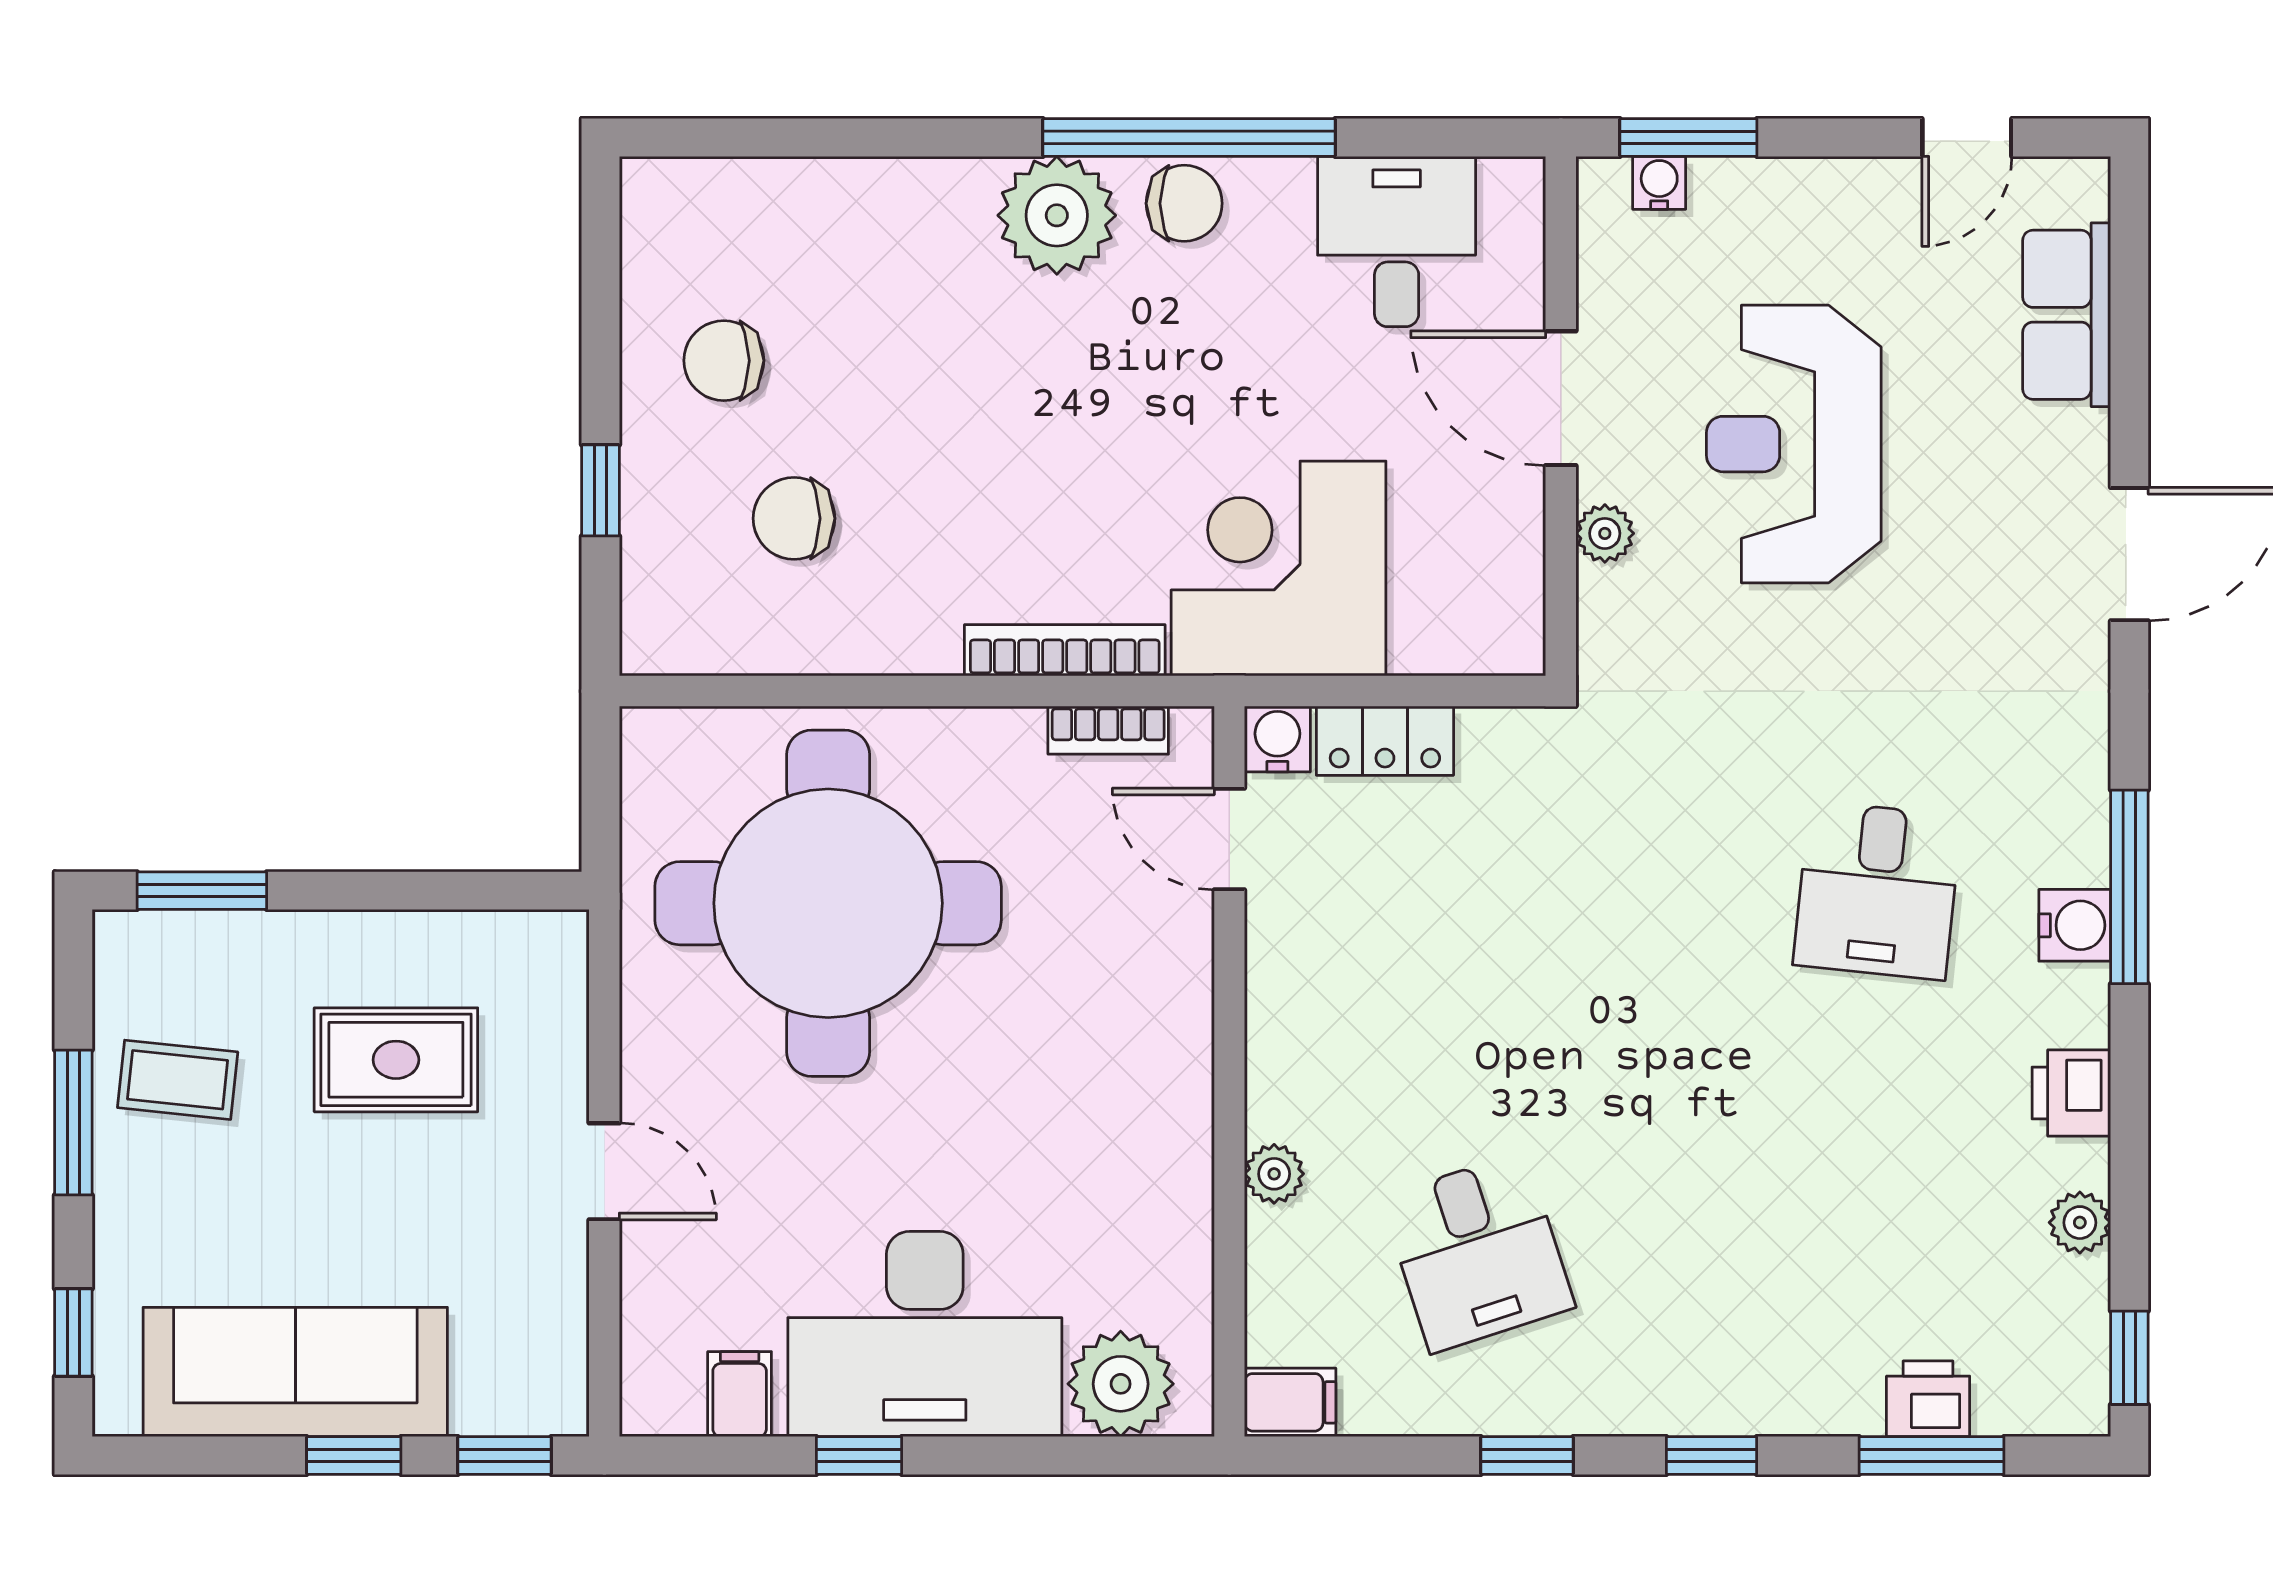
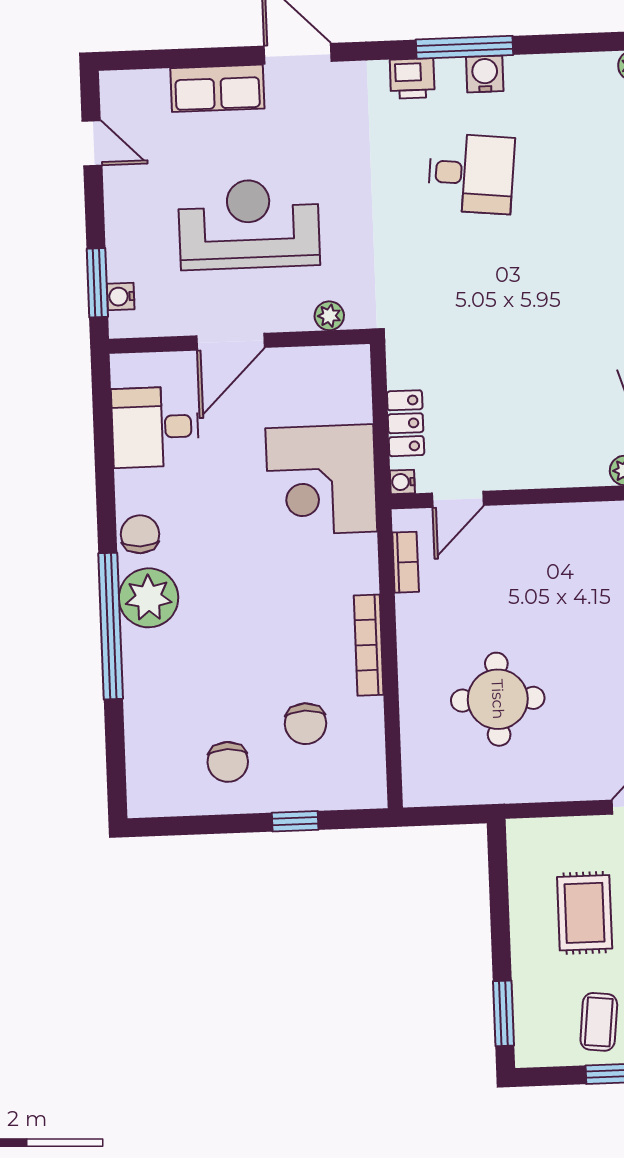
window: (1189, 137) -> (111, 626), moved
row of seats: (2067, 315) -> (217, 88), moved
reception desk: (1794, 444) -> (249, 224), turned 180
plant: (1605, 533) -> (329, 316), moved
bookcase: (1065, 650) -> (369, 645), moved
water cooler: (1277, 739) -> (402, 482), width x0.72, depth x0.72
round table: (828, 903) -> (498, 699), width x0.54, depth x0.54
printer: (2071, 1093) -> (412, 78), moved

